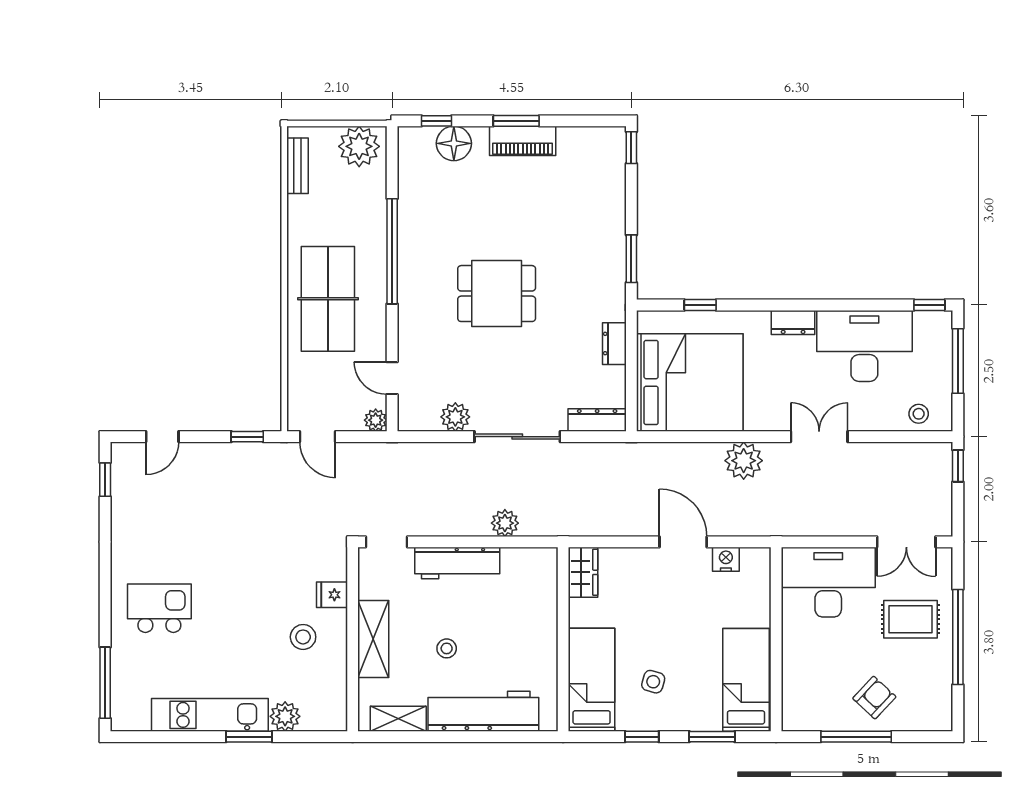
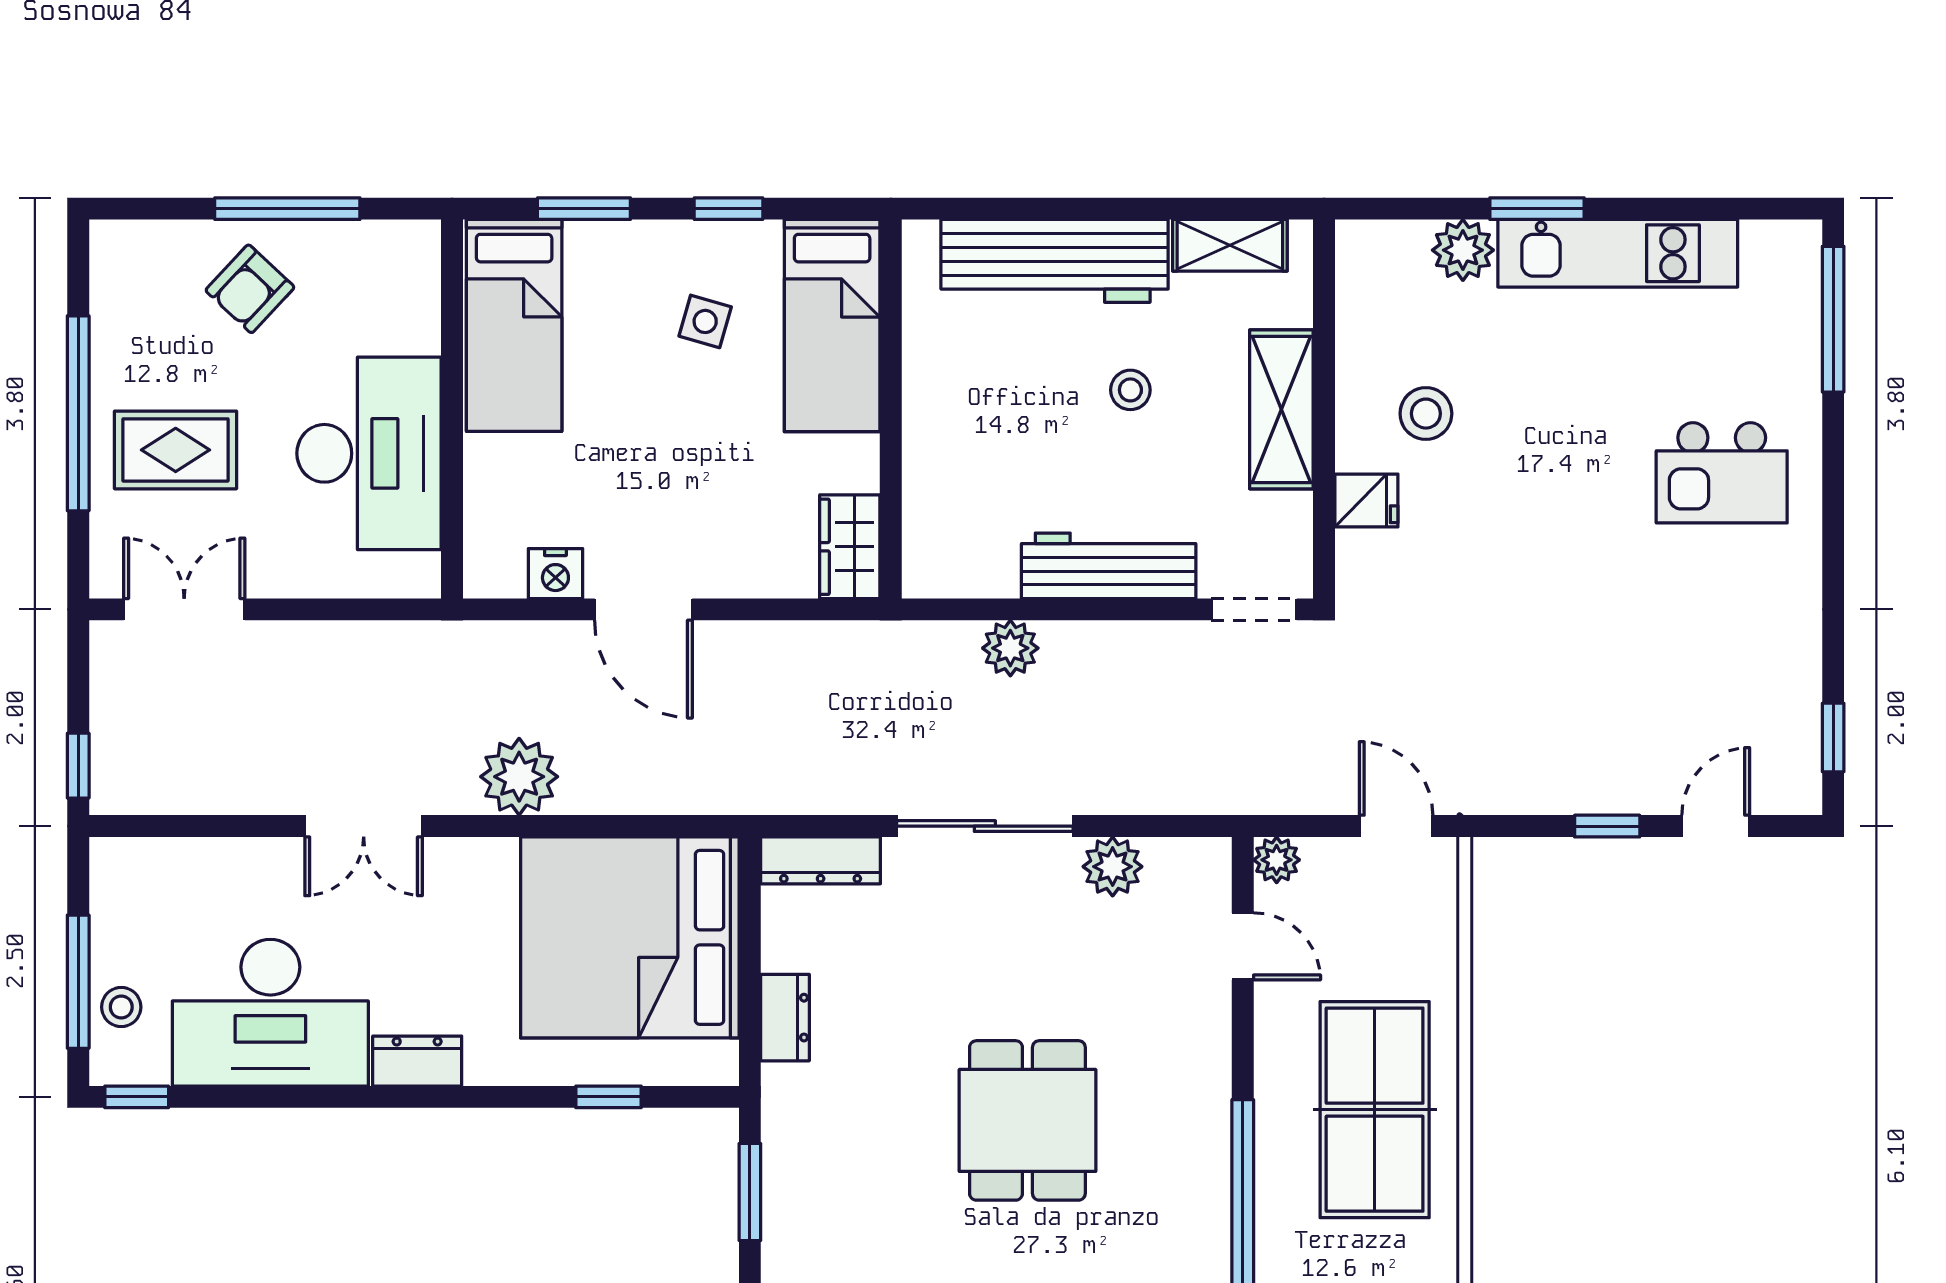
dining table: (497, 294) -> (1027, 1120), turned 90
stool: (919, 414) -> (121, 1007), moved
window: (247, 437) -> (1607, 826), moved
desk: (828, 582) -> (369, 453), moved, turned -90

